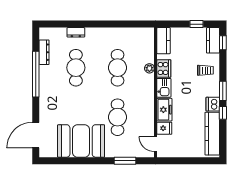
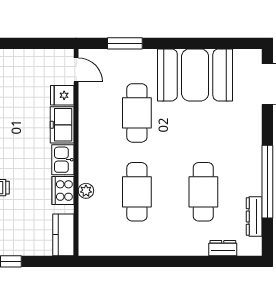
dresser: (76, 32) -> (223, 248), moved

